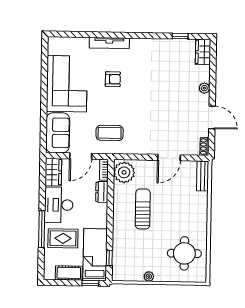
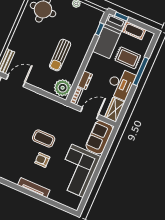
coffee table: (110, 133) -> (44, 139), moved
door: (169, 158) -> (16, 81), moved

